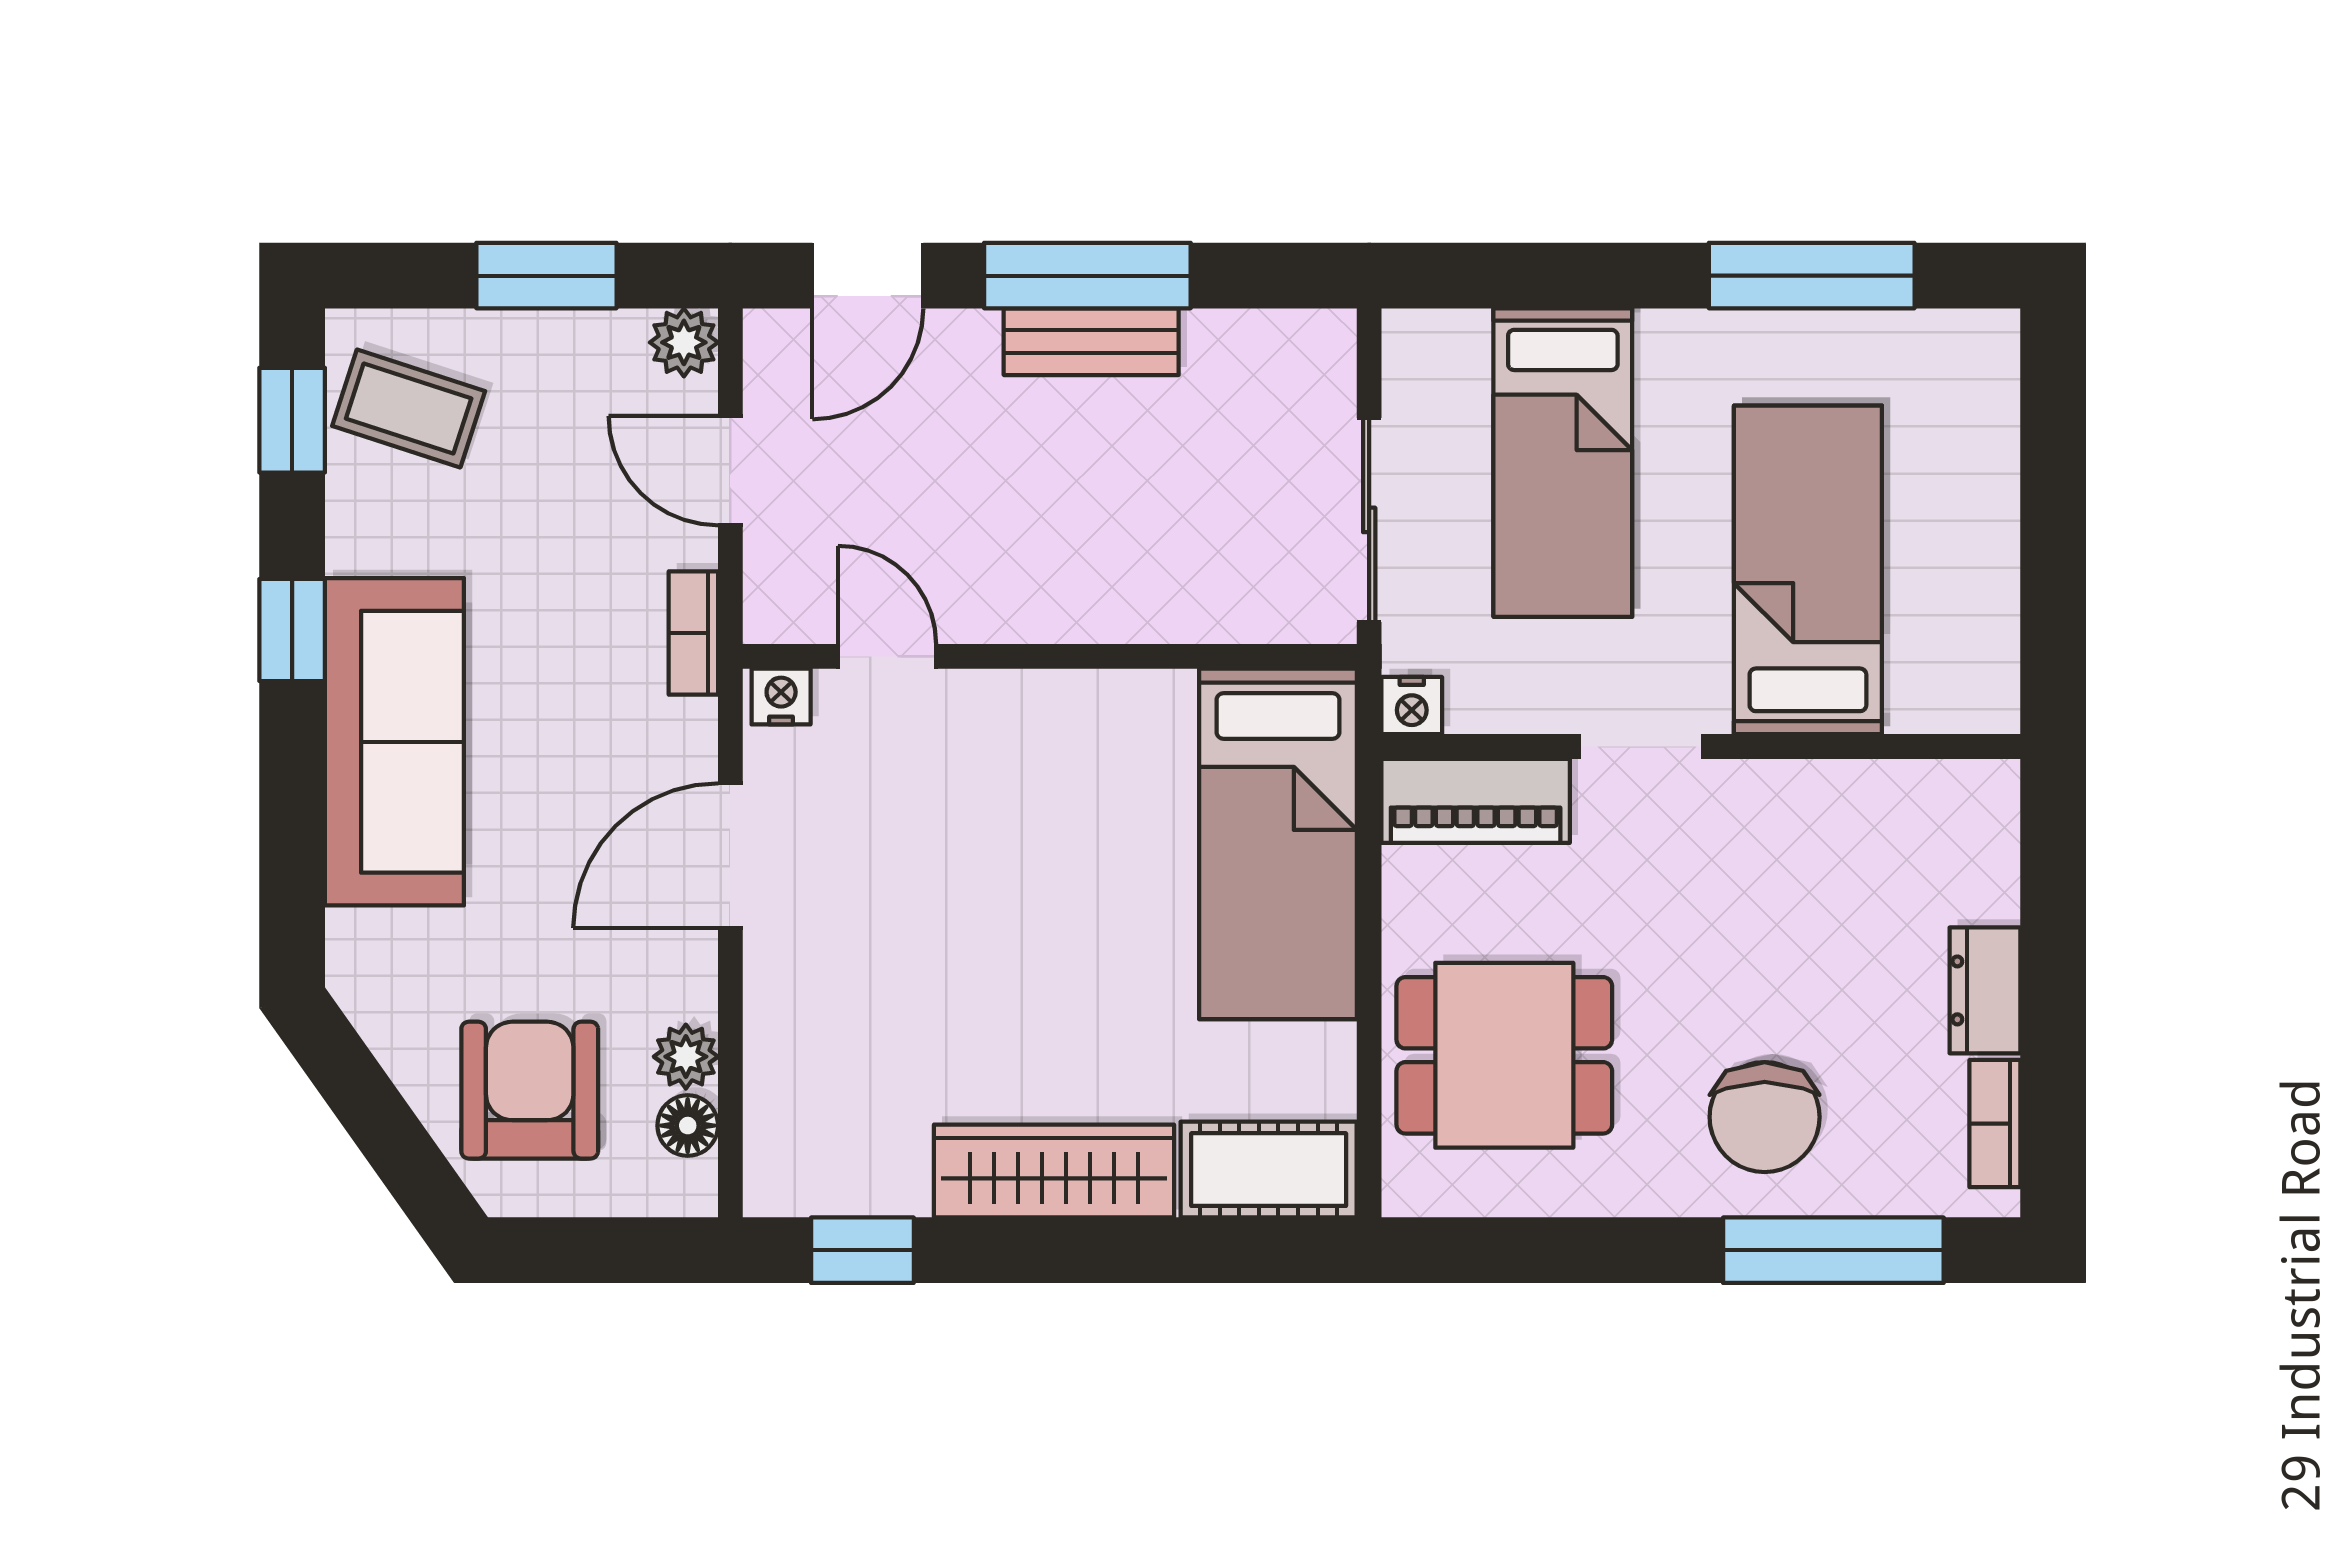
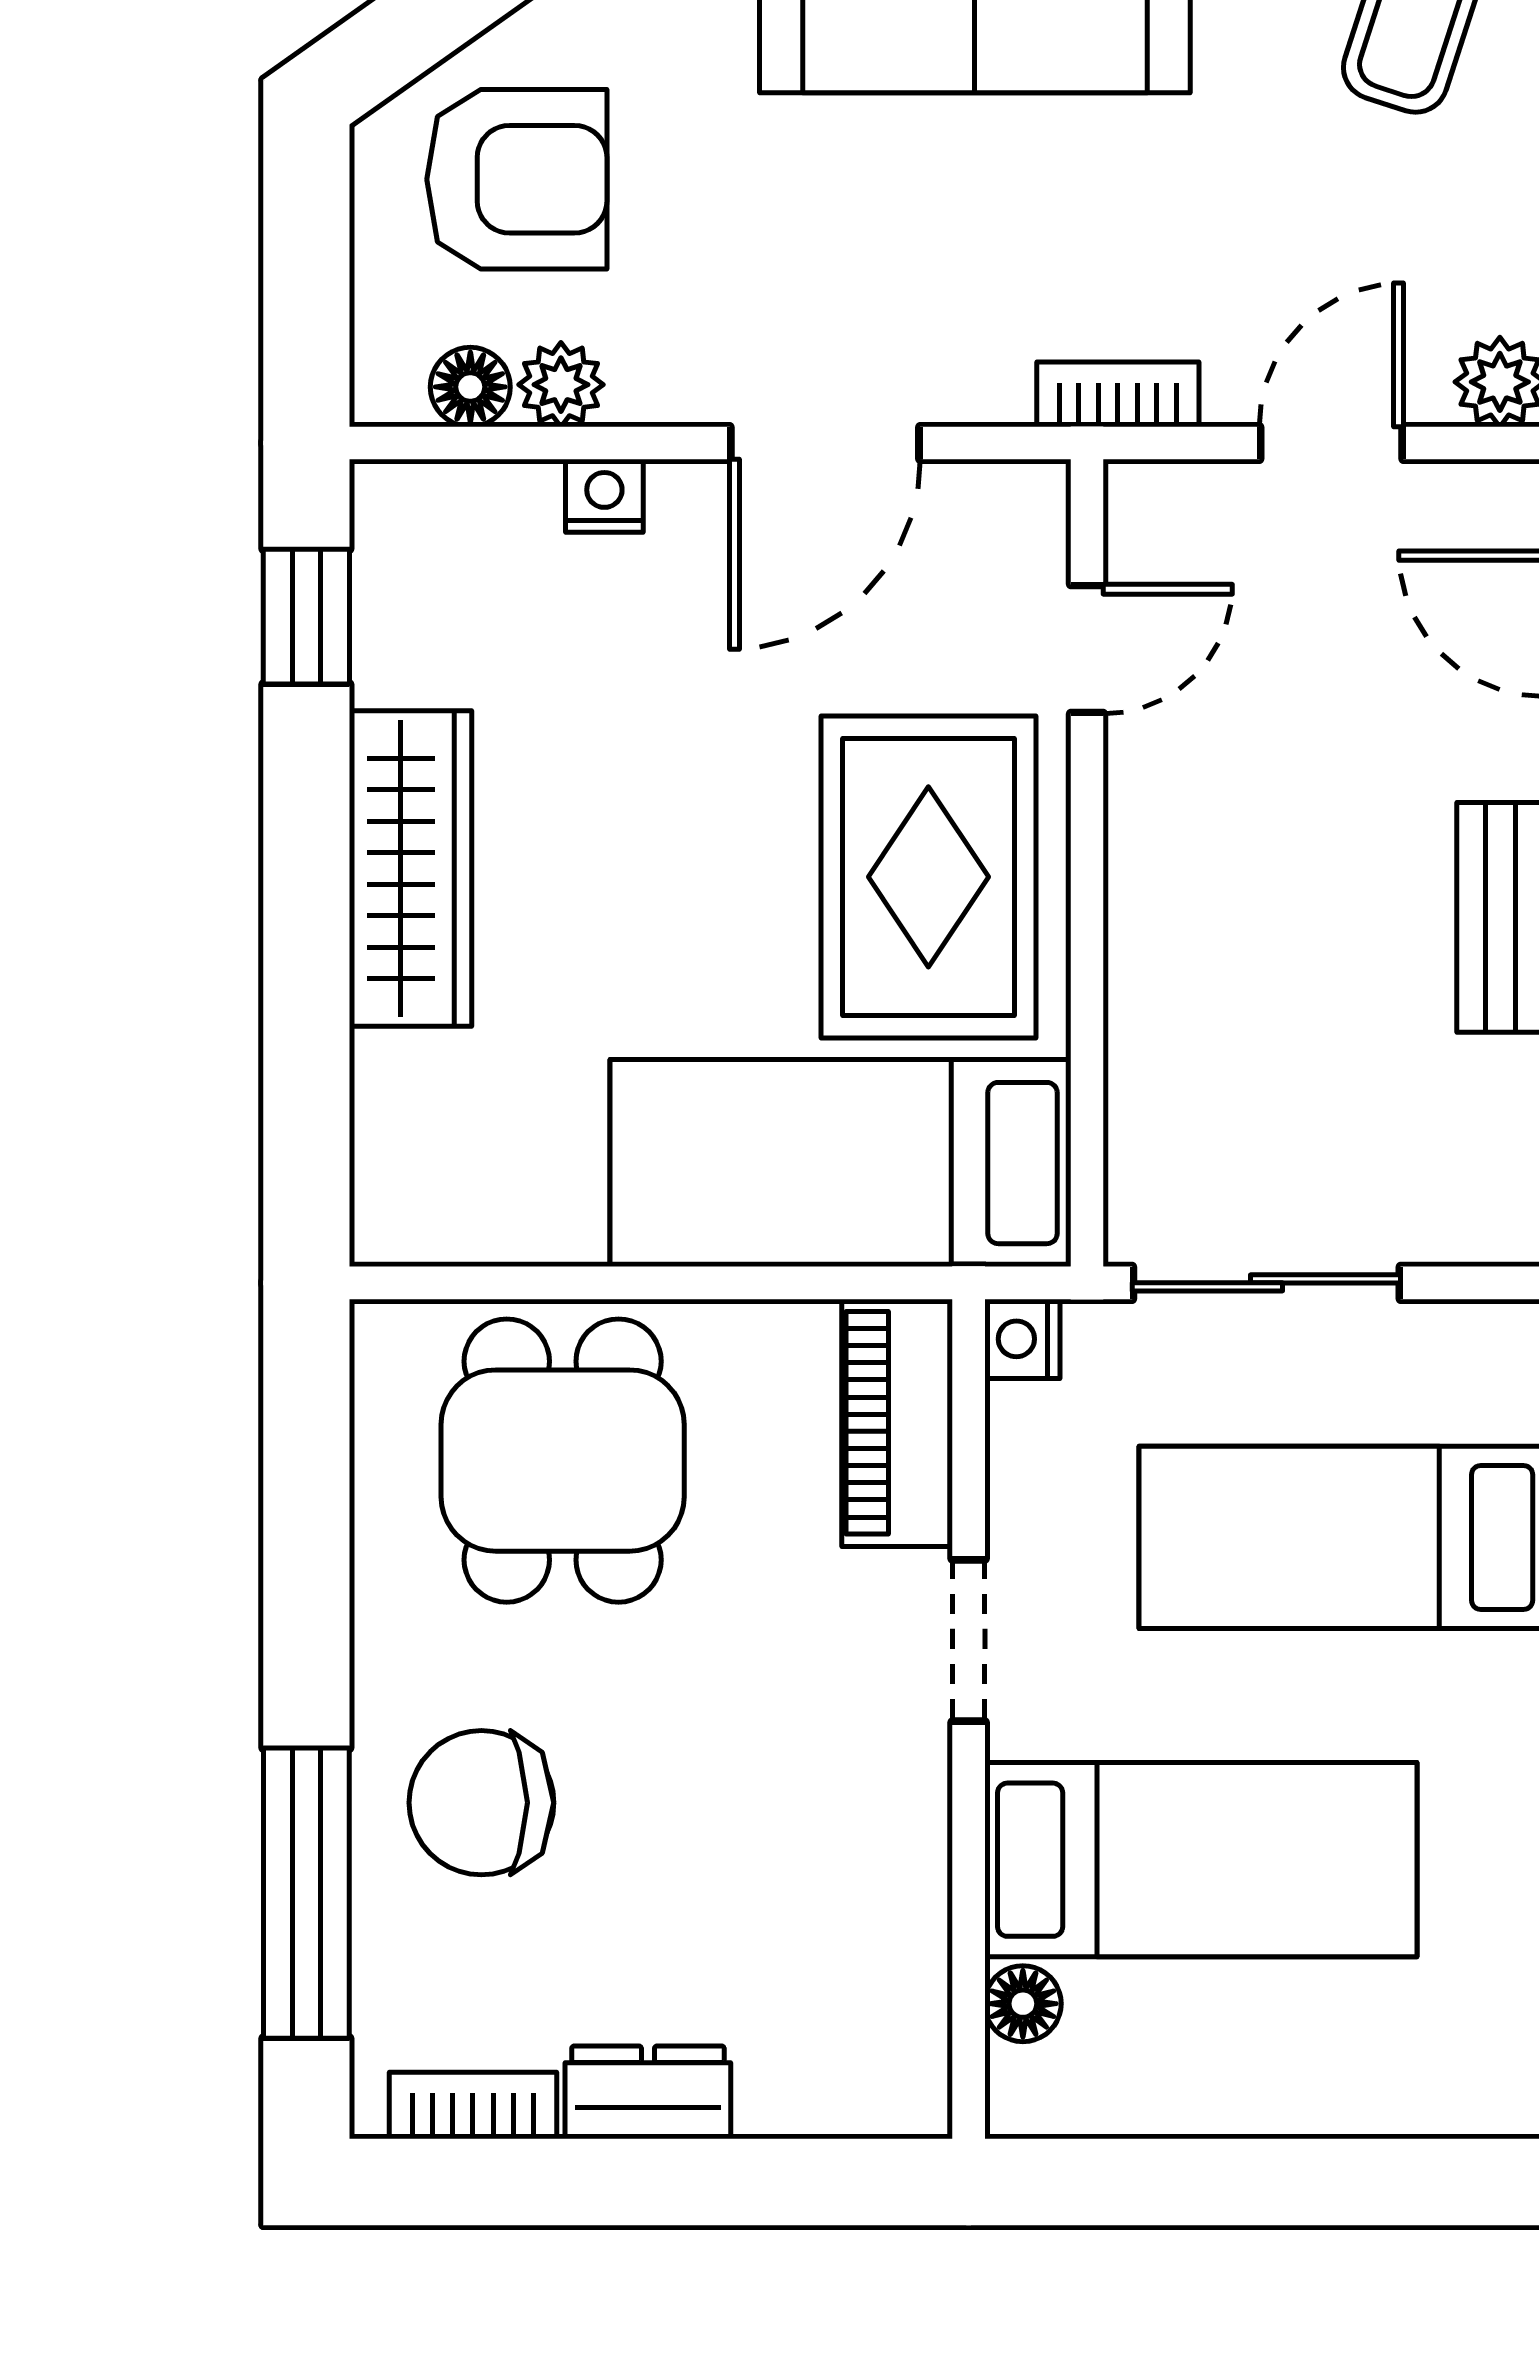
nightstand: (781, 697) -> (604, 496), moved, turned -90
floor lamp: (1917, 705) -> (1023, 2004), added
rug: (1060, 777) -> (928, 877), added
door: (730, 856) -> (825, 443), swing flipped
cot: (1269, 1170) -> (412, 1151), removed

